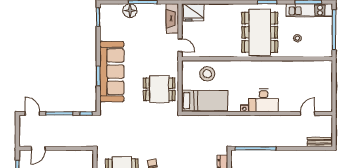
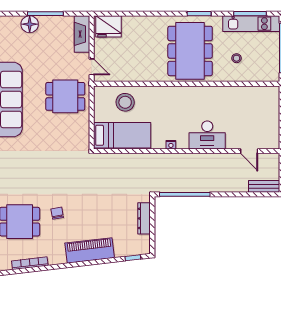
dining table: (159, 89) -> (65, 96), moved
desk: (264, 100) -> (207, 135), moved
door: (308, 113) -> (249, 151), swing flipped

